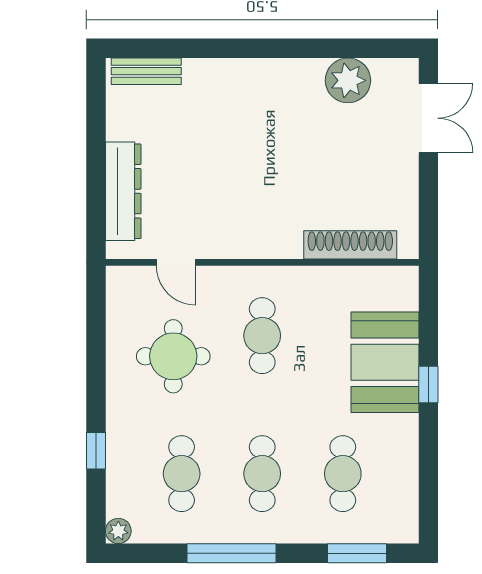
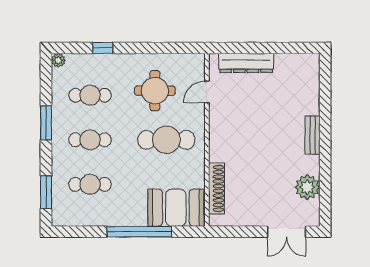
bench: (146, 71) -> (312, 135), moved
cafe table: (262, 336) -> (166, 140), width x1.37, depth x1.35
booth: (385, 362) -> (176, 208), moved
window: (428, 385) -> (139, 232), width x3.17
window: (231, 553) -> (46, 123), width x0.69

